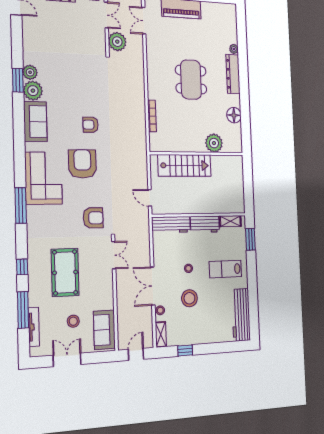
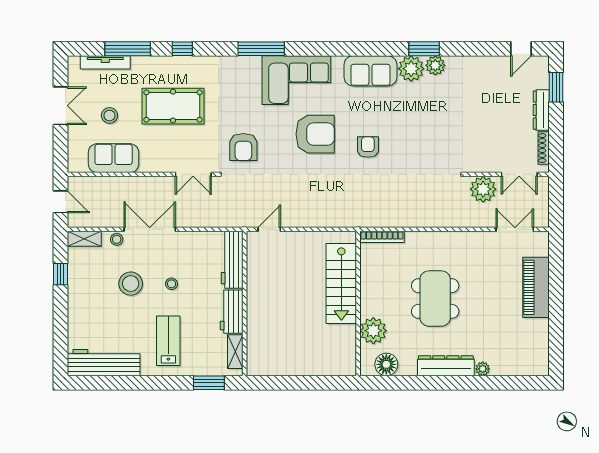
dining table: (191, 80) -> (435, 299), turned 90
plant: (214, 143) -> (373, 331), moved
wall: (197, 154) -> (358, 303), moved
stairs: (184, 165) -> (341, 283), moved
sofa: (104, 330) -> (114, 158), moved

